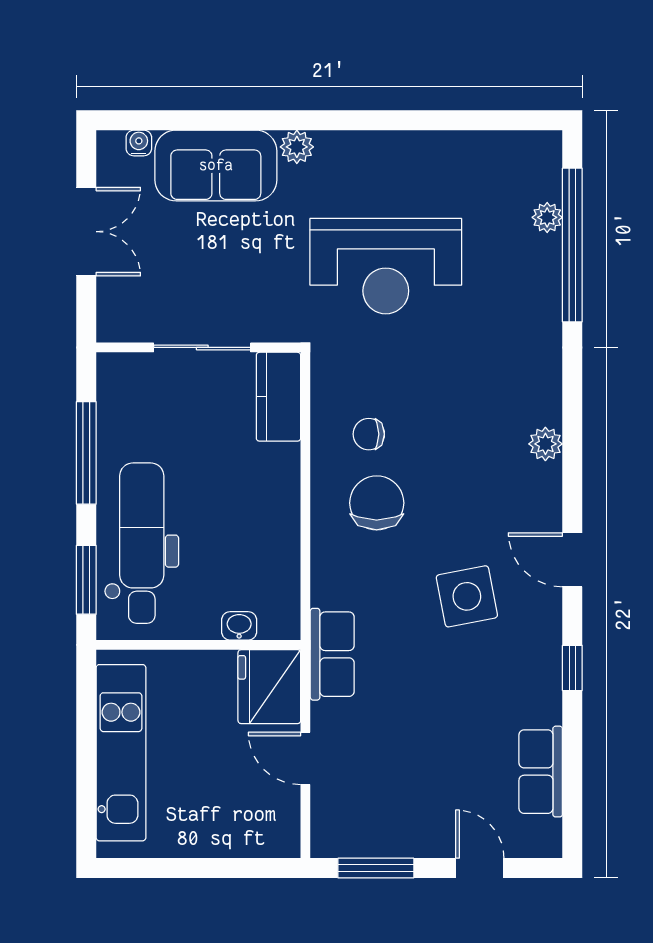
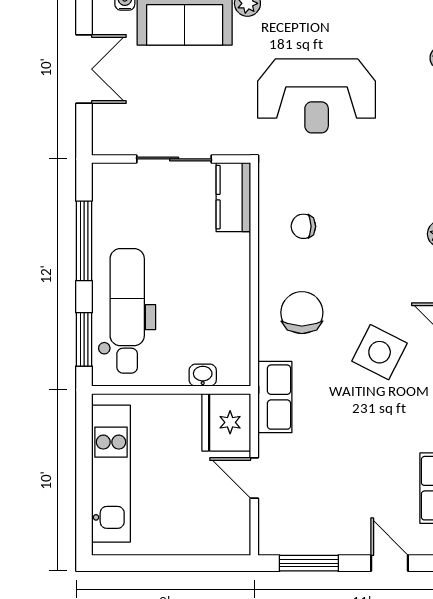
chair: (377, 503) -> (302, 313), moved
side table: (467, 596) -> (380, 352), turned 38

